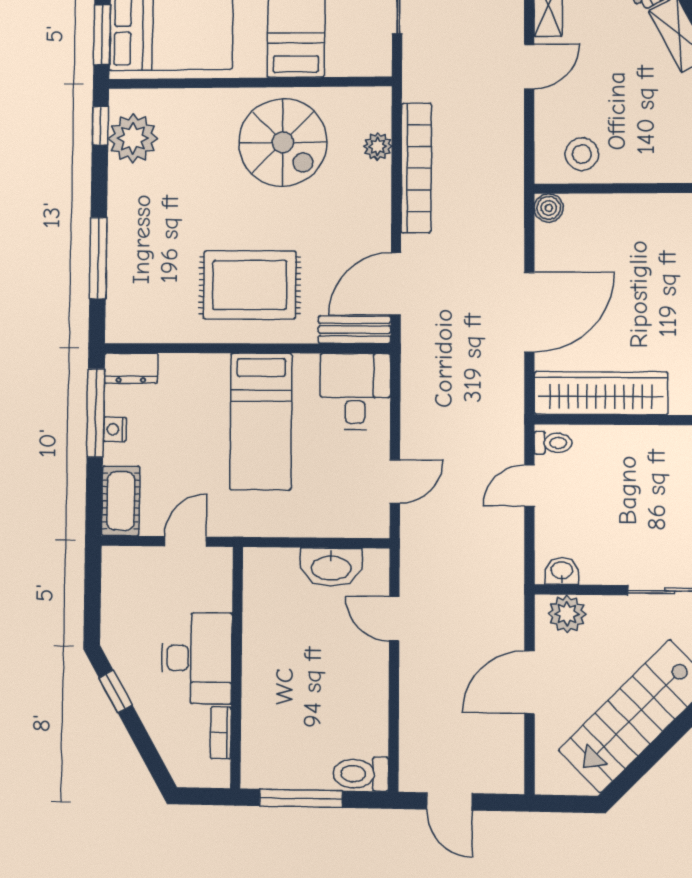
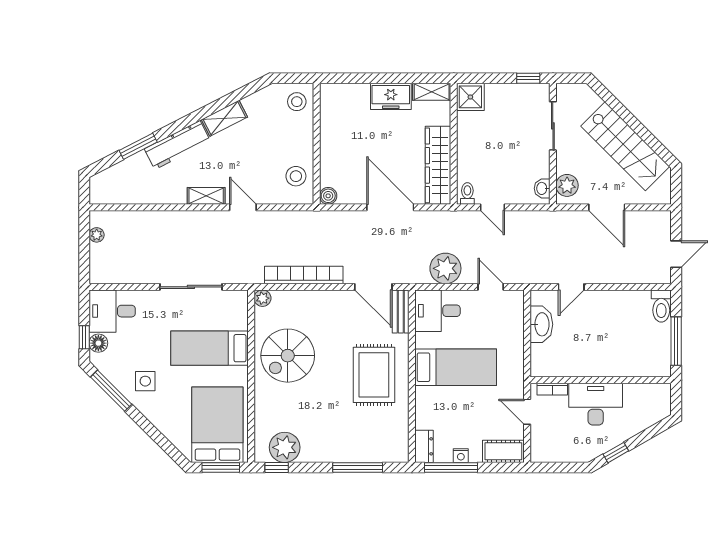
spiral stairs: (283, 142) -> (288, 356), turned 180
plant: (378, 146) -> (262, 298), moved
plant: (426, 405) -> (445, 268), added
bookcase: (221, 733) -> (552, 389), moved

